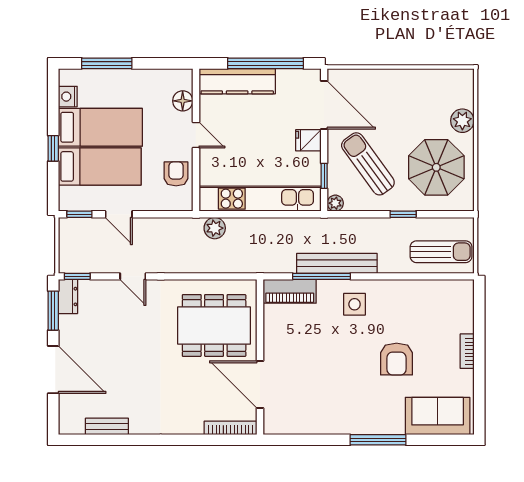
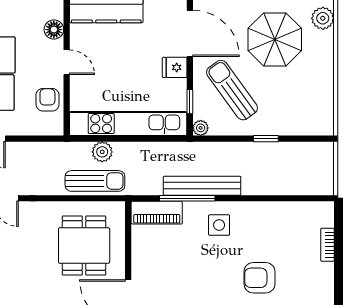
plant: (462, 121) -> (323, 18), moved
parasol: (436, 167) -> (275, 39), moved
plant: (215, 228) -> (102, 152), moved
sun lounger: (441, 252) -> (95, 181), moved
dining table: (214, 325) -> (84, 245), width x0.73
bookcase: (467, 351) -> (327, 245), moved
armchair: (397, 359) -> (259, 278), turned 90

